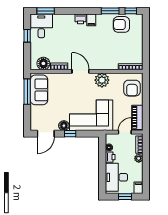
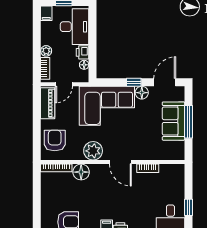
floor lamp: (43, 63) -> (81, 172), moved
sofa: (39, 90) -> (173, 121), moved
window: (27, 92) -> (188, 122), moved

